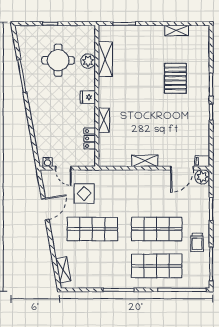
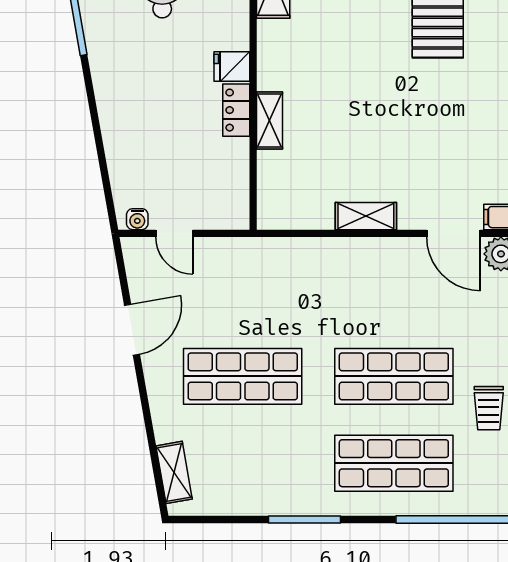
locker: (90, 138) -> (236, 110), moved
door: (182, 168) -> (453, 233), hinge flipped
display table: (84, 194) -> (223, 293), removed

